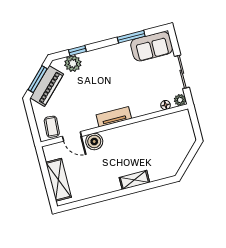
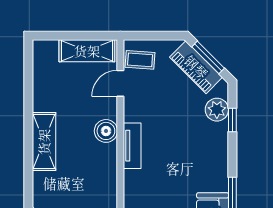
boiler: (94, 141) -> (106, 131), moved
shelving: (59, 180) -> (87, 51), moved
shelving: (134, 180) -> (44, 142), width x1.50, depth x1.33

